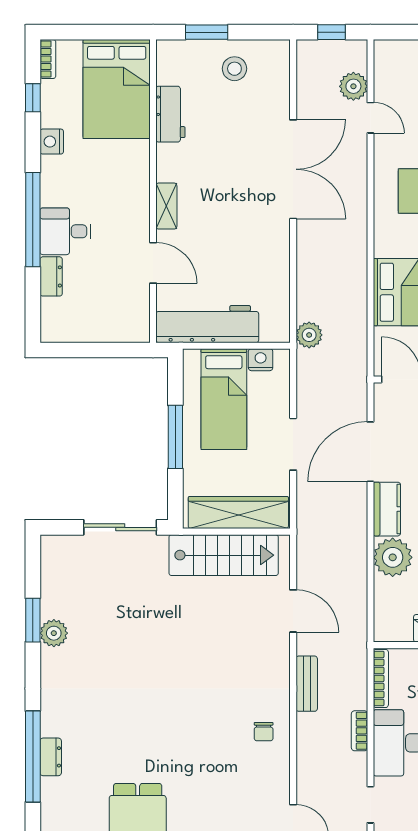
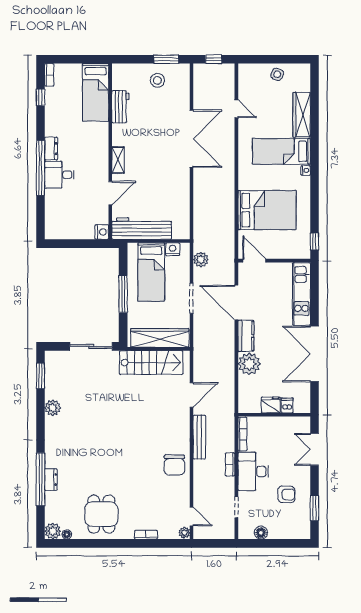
window: (207, 32) -> (166, 59), moved
plant: (353, 86) -> (226, 91), removed
bed: (117, 89) -> (96, 92), width x0.67
nightstand: (52, 142) -> (102, 232), moved, turned 180
door: (153, 263) -> (110, 193), hinge flipped
dresser: (51, 276) -> (51, 149), moved
plant: (309, 335) -> (201, 260), moved
door: (370, 452) -> (236, 303), hinge flipped
door: (293, 611) -> (192, 395), hinge flipped
window: (33, 620) -> (41, 376), moved
bench: (307, 684) -> (199, 437), width x1.36
chair: (264, 732) -> (174, 465), width x1.87, depth x1.87

